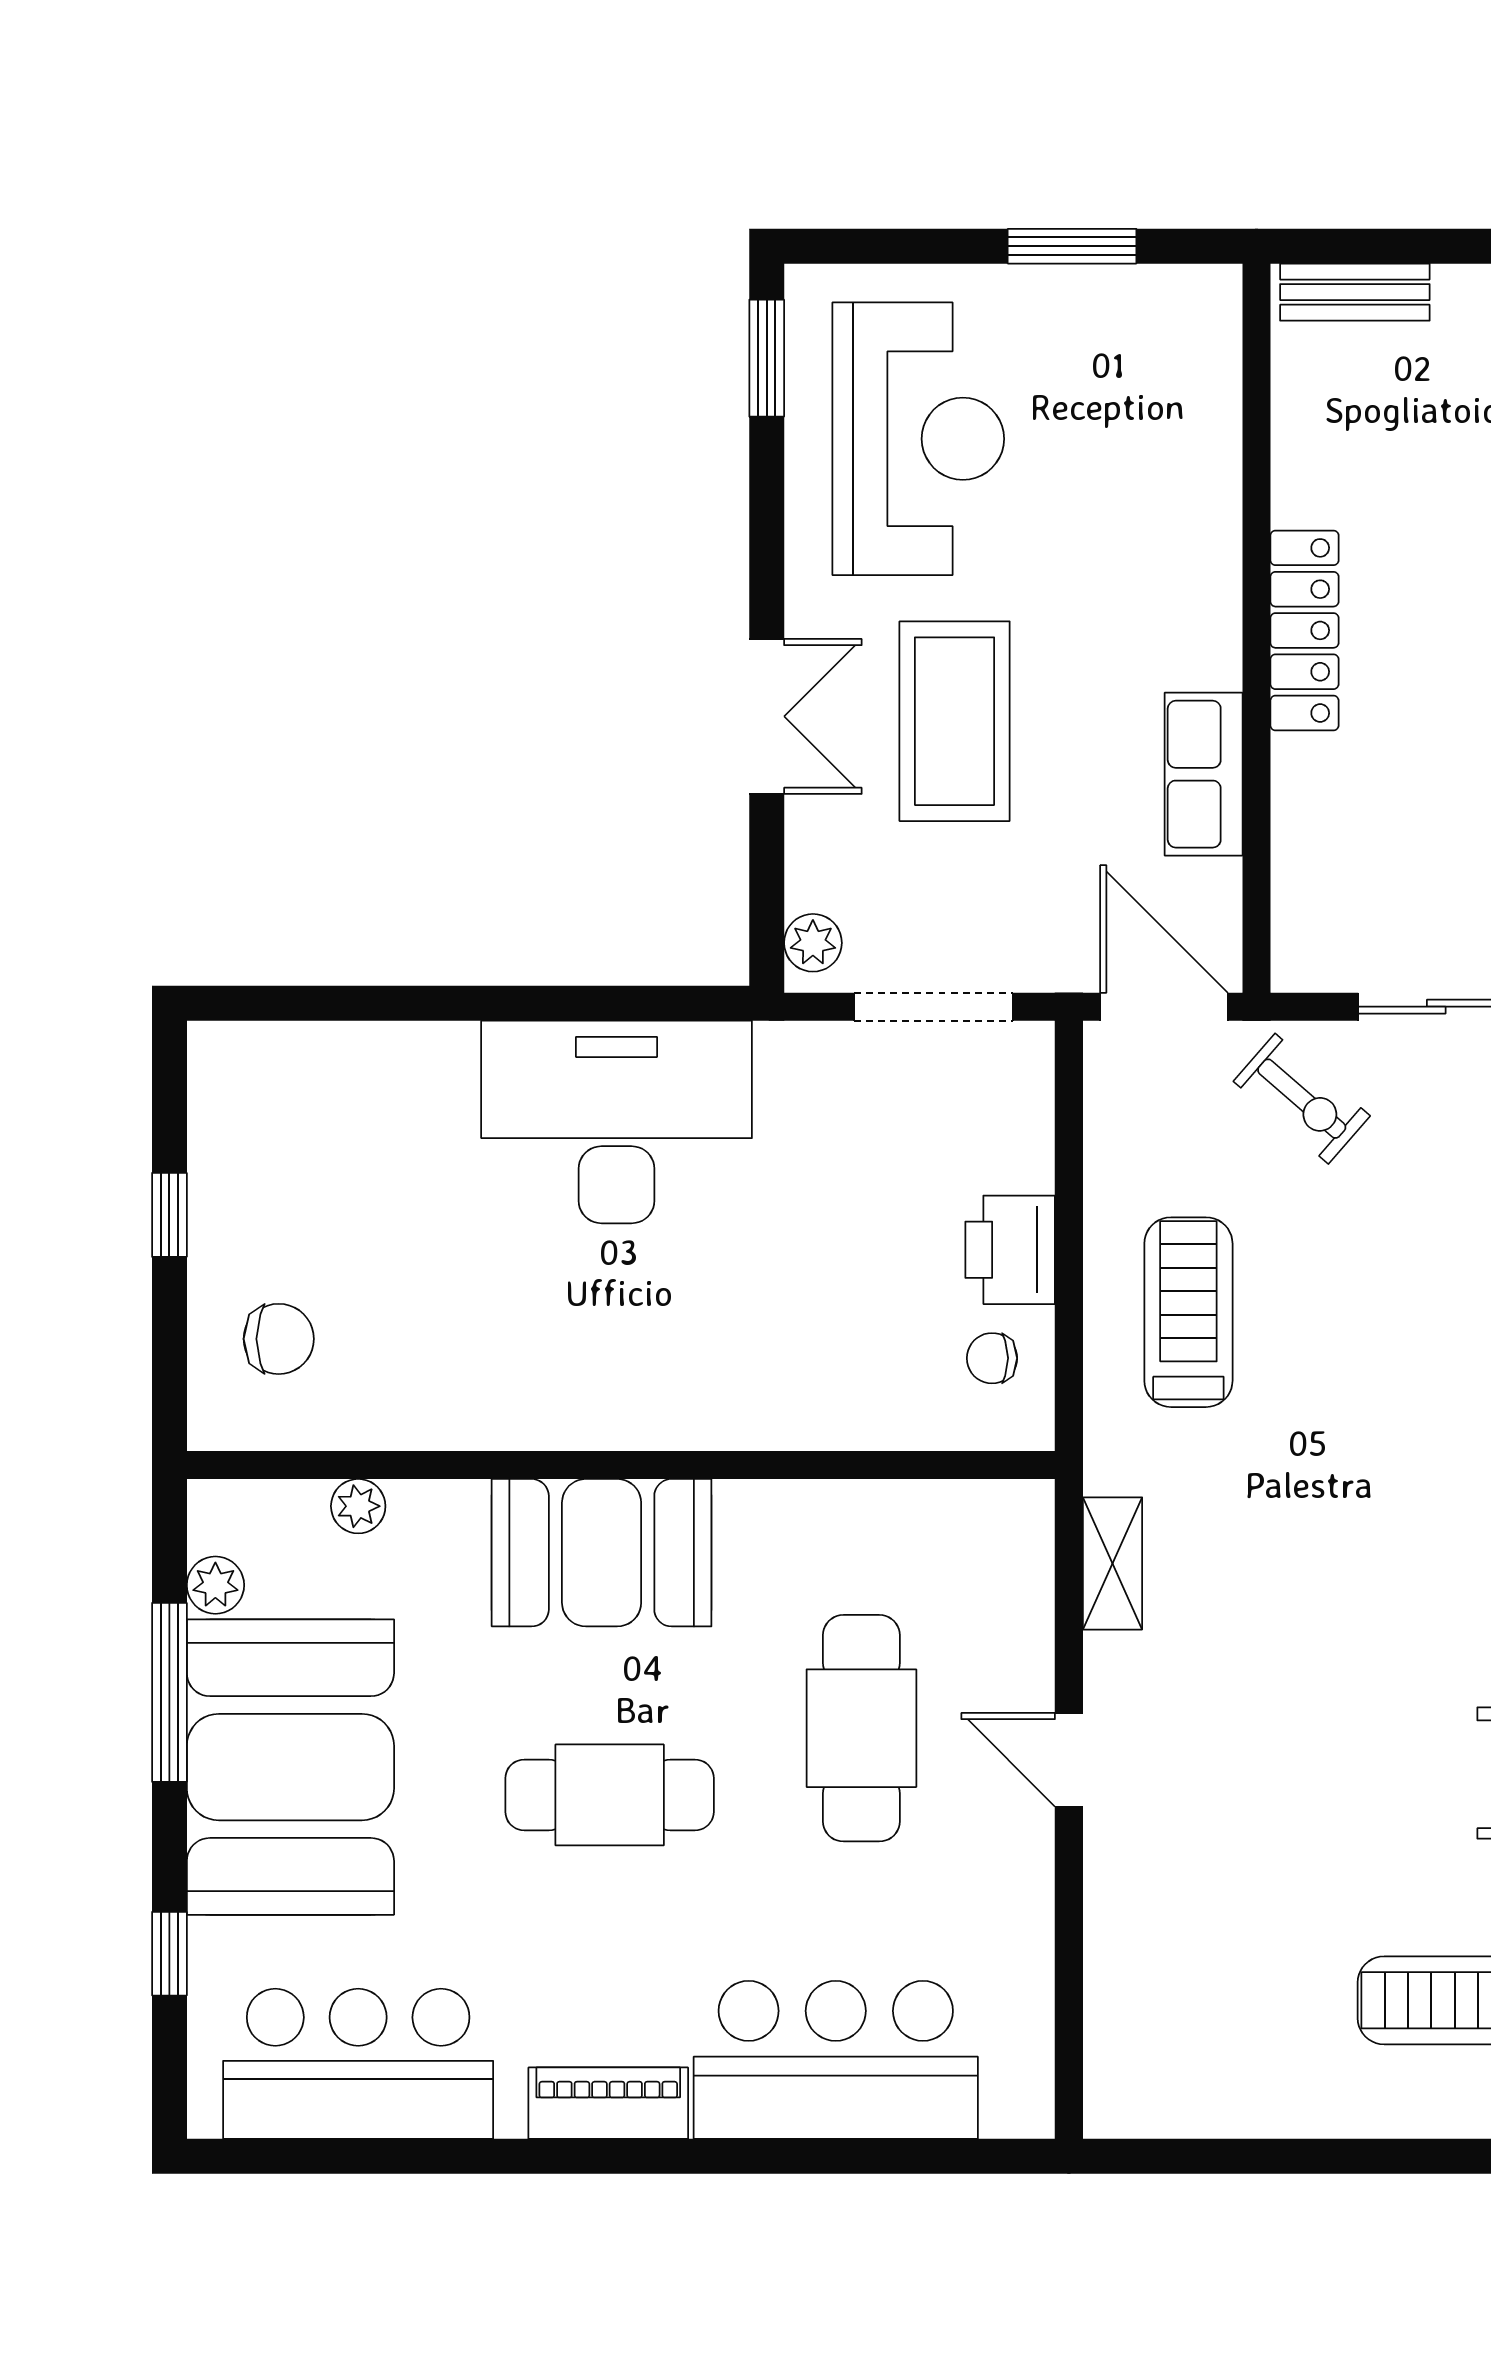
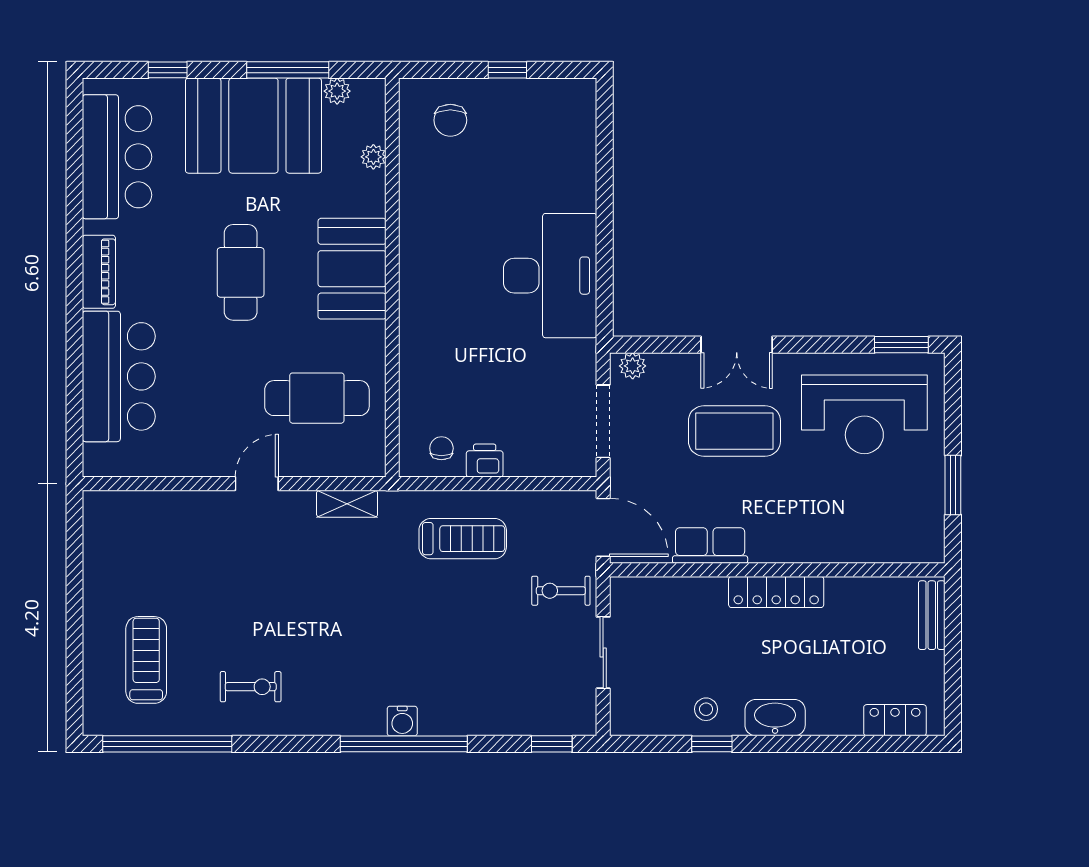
door: (1164, 1007) -> (603, 527), hinge flipped
exercise bike: (1302, 1099) -> (561, 591), turned 49
printer: (1010, 1250) -> (485, 461), width x0.73, depth x0.81
cafe table: (861, 1728) -> (317, 398), moved

